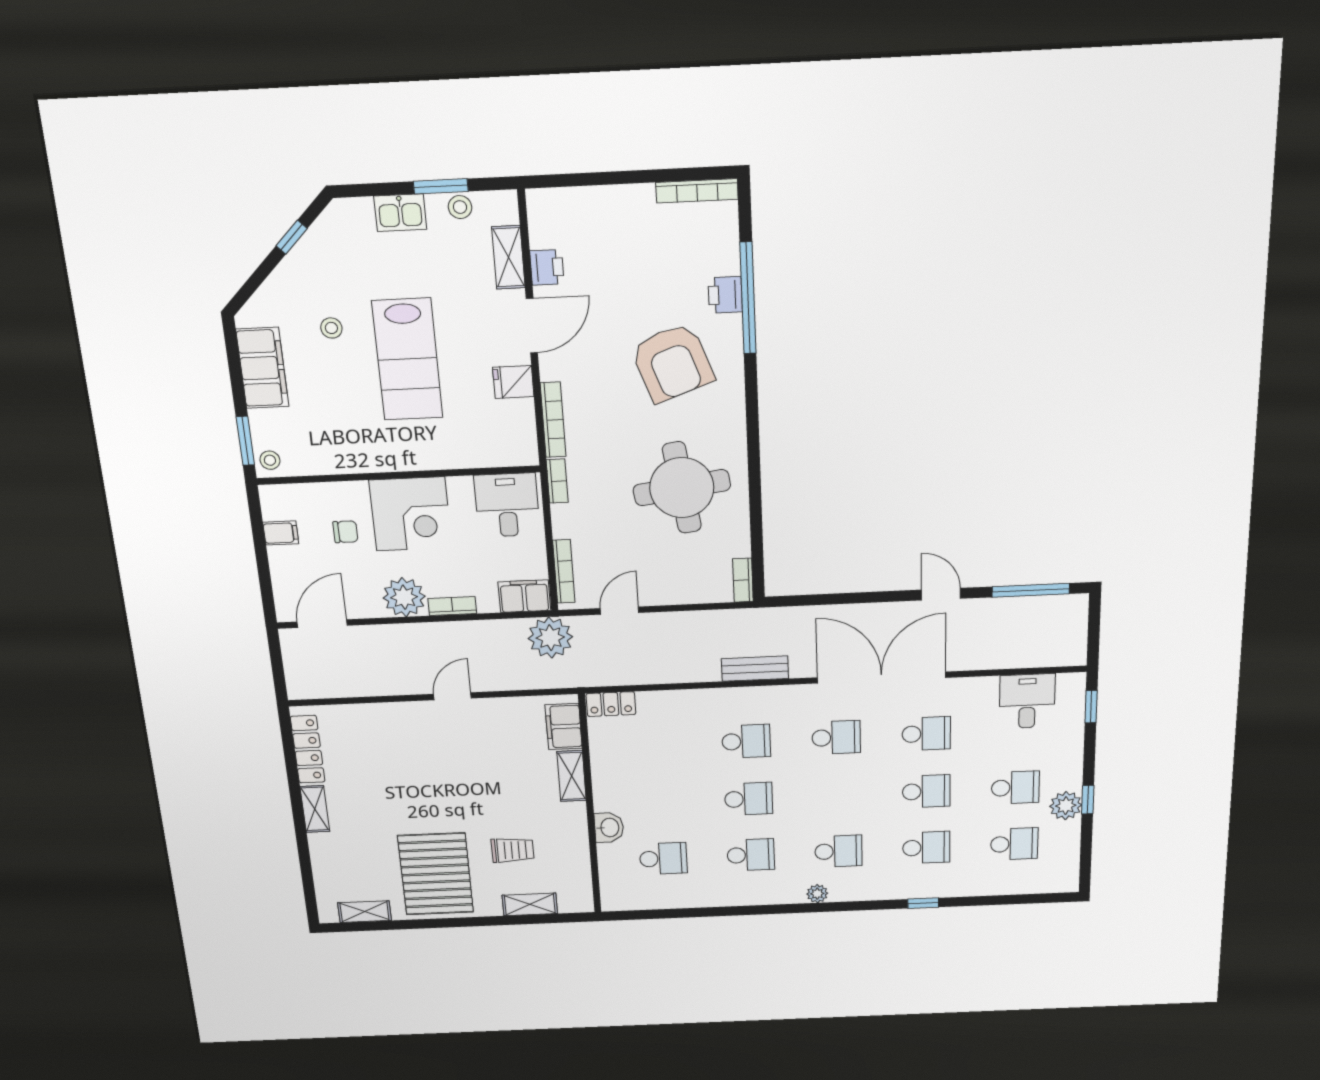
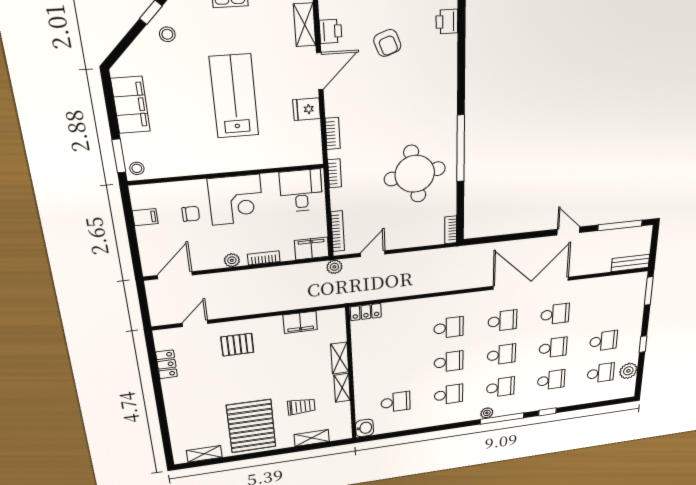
printer: (725, 295) -> (447, 22), moved
window: (748, 298) -> (461, 149), moved
stool: (331, 328) -> (167, 34), moved
lab bench: (407, 359) -> (234, 96), turned 180
armchair: (672, 363) -> (387, 43), moved, width x0.53, depth x0.53
bookcase: (553, 420) -> (333, 133), width x0.64
plant: (404, 597) -> (232, 260), width x0.53, depth x0.53
plant: (550, 638) -> (334, 267), width x0.53, depth x0.53
bench: (755, 669) -> (630, 263), moved
door: (452, 696) -> (195, 323), moved
desk: (1027, 701) -> (613, 291), removed
window: (1091, 707) -> (649, 291), width x1.50
filing cabinet: (564, 726) -> (300, 322), moved, turned -90
pallet: (414, 740) -> (237, 345), added
locker: (308, 749) -> (167, 364), width x0.66
school desk: (837, 795) -> (501, 355), added
plant: (1066, 806) -> (628, 371), moved
shelving: (315, 809) -> (342, 388), moved
washbasin: (609, 828) -> (365, 428), moved
window: (844, 906) -> (502, 419), added

